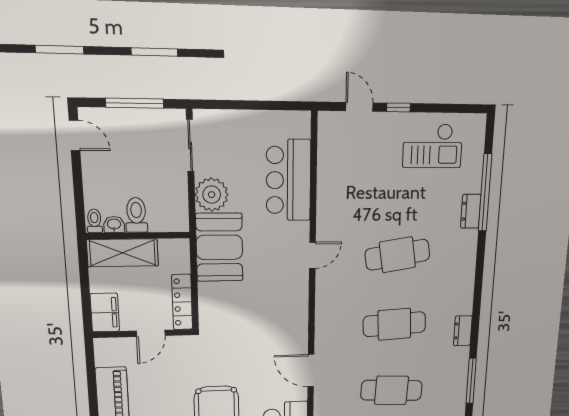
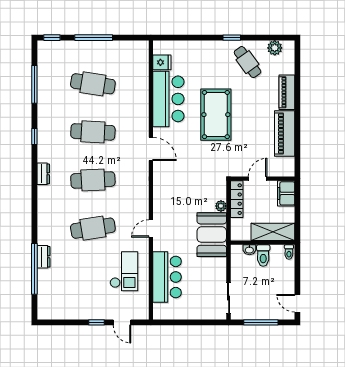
checkout: (433, 146) -> (124, 271), moved, turned 90
plant: (212, 195) -> (221, 206), moved, width x0.53, depth x0.53
washbasin: (114, 224) -> (249, 250), moved
window: (471, 381) -> (34, 137), width x0.46

